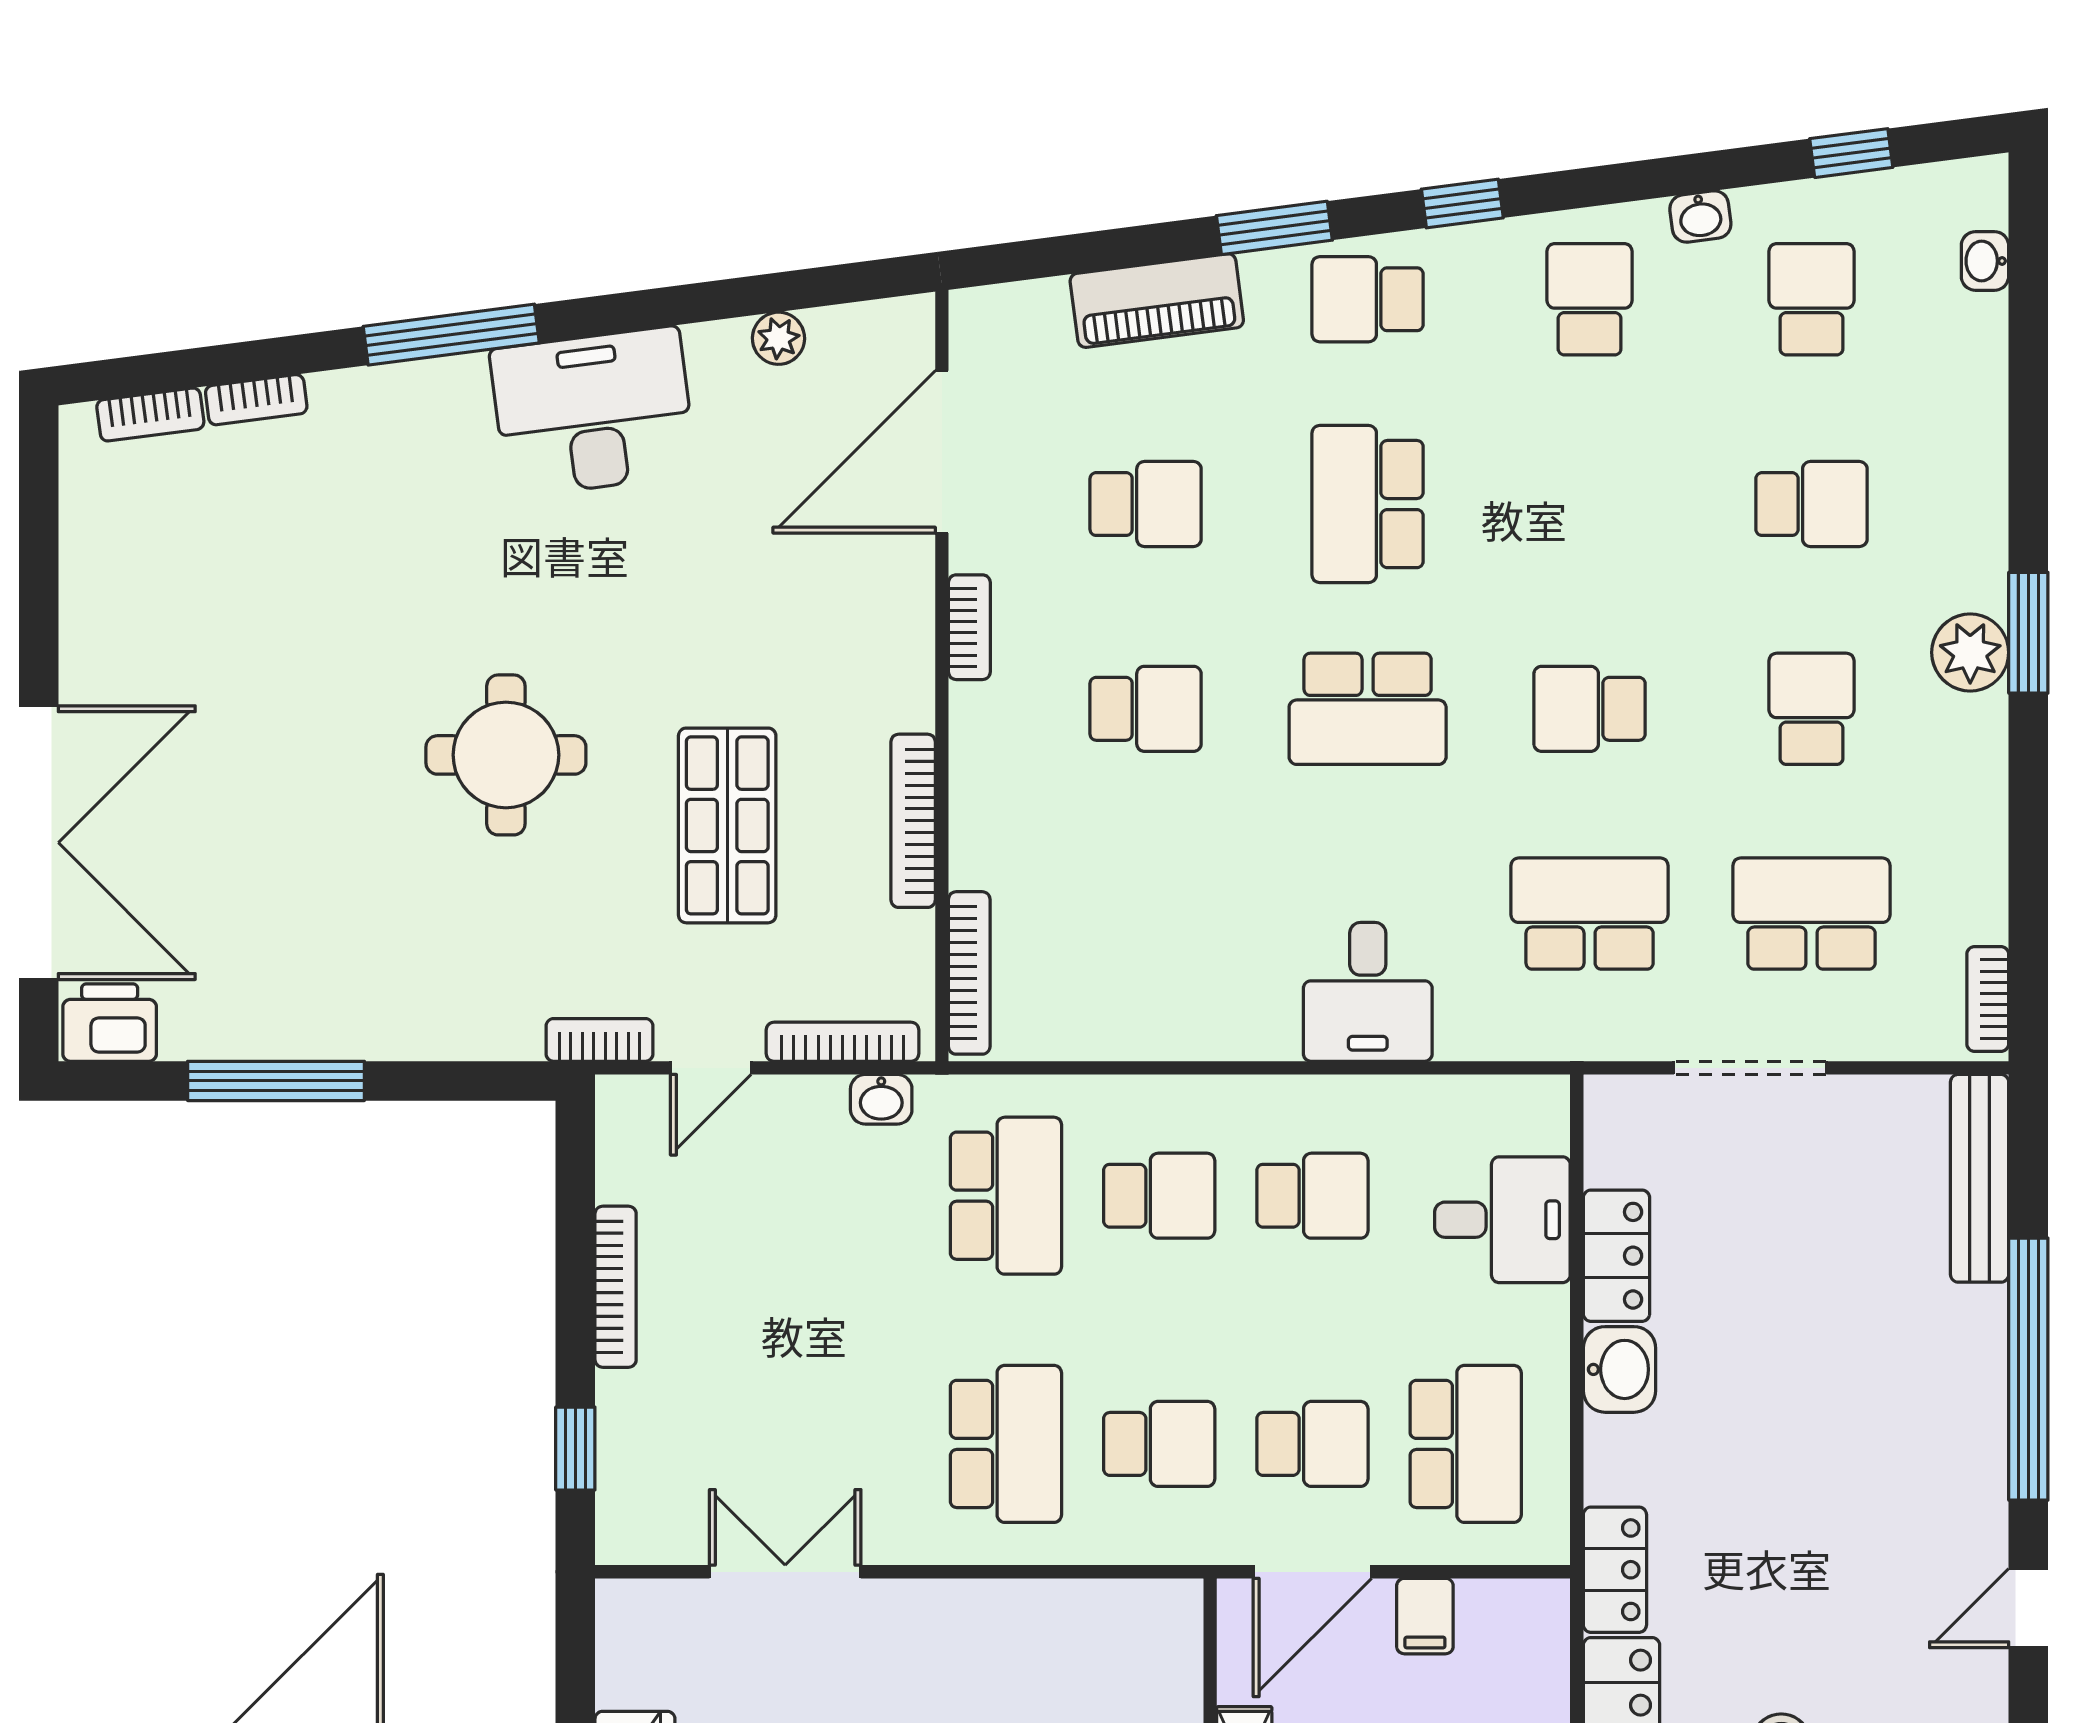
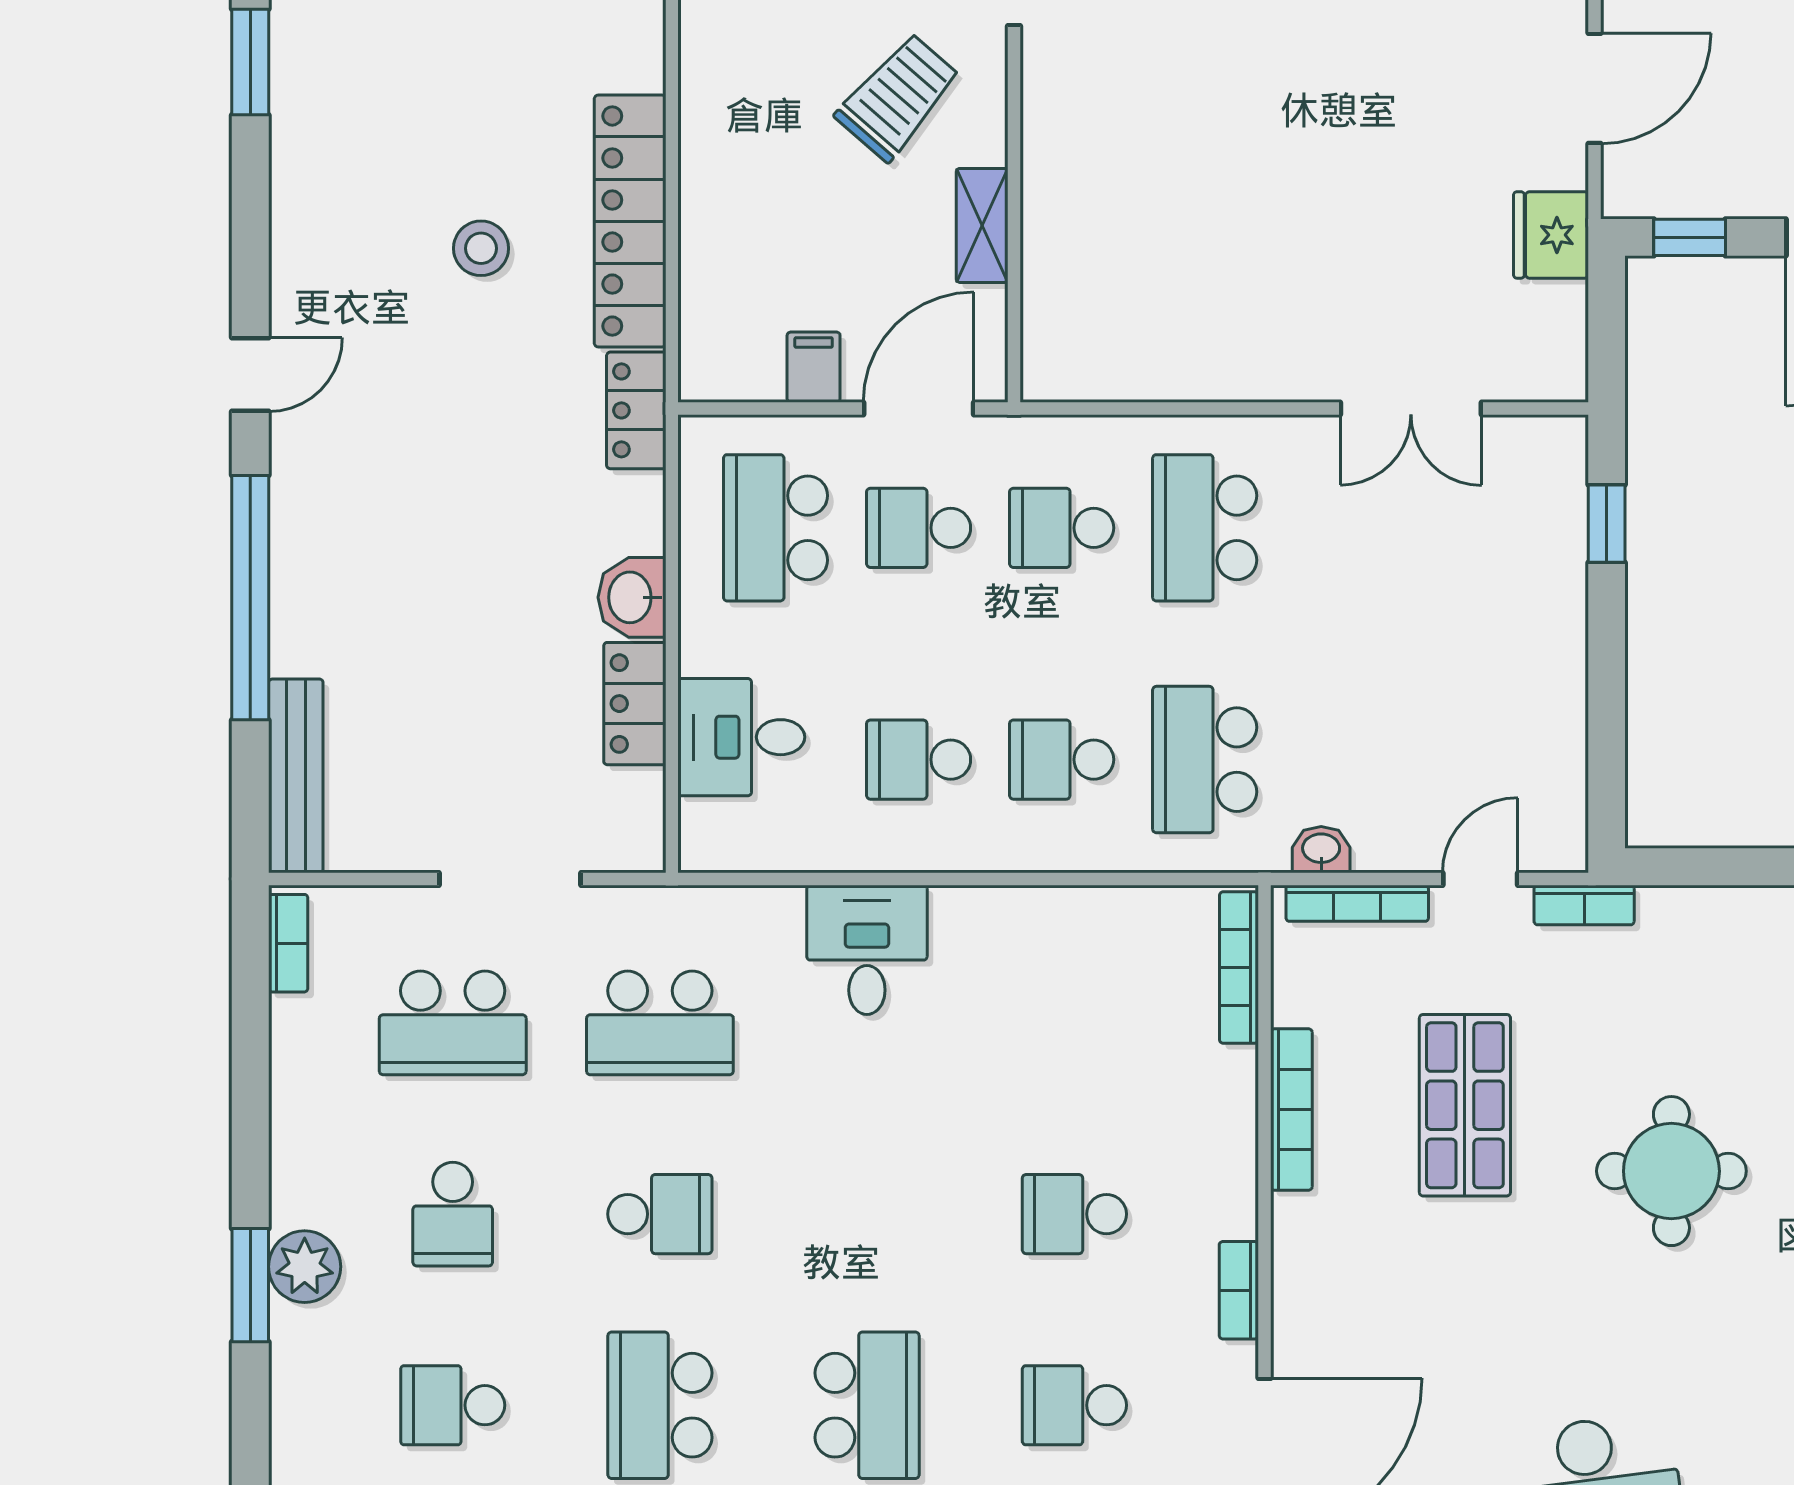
school desk: (1368, 709) -> (660, 1405), moved, turned -90
bookcase: (616, 1287) -> (1569, 675), removed

